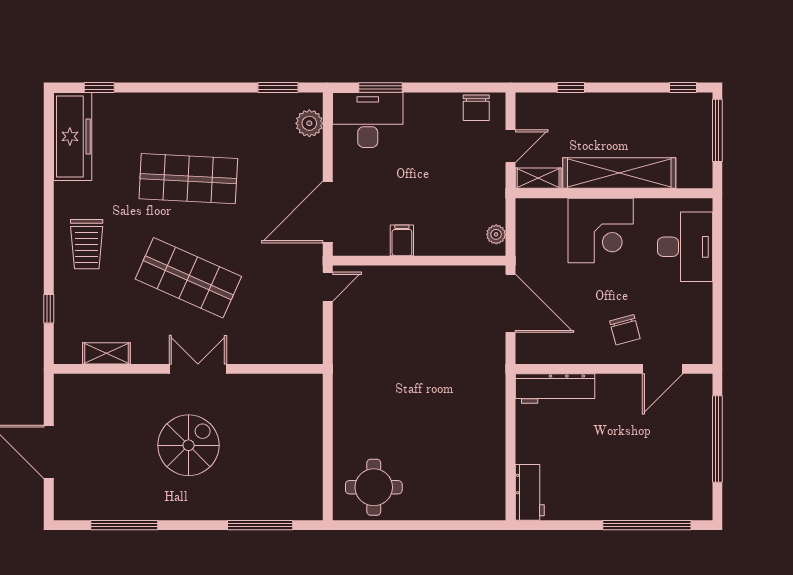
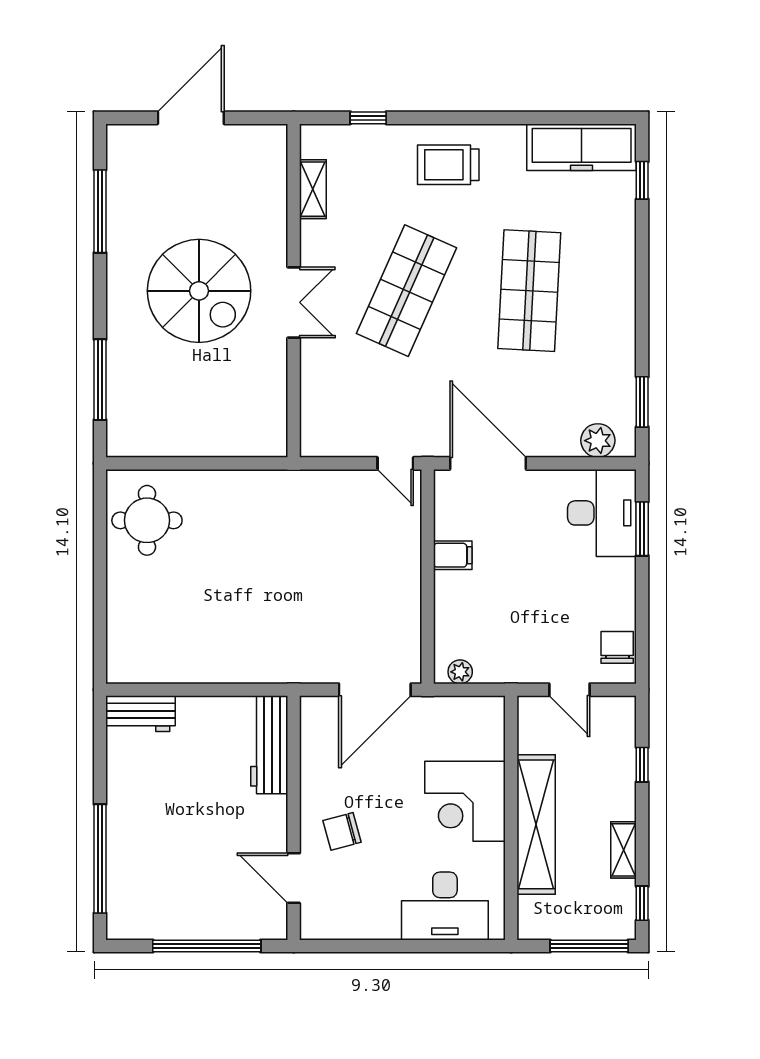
chair: (476, 108) -> (617, 647), turned 90
shelving: (538, 178) -> (624, 850), moved
spiral stairs: (189, 445) -> (199, 291), width x1.37, depth x1.37

